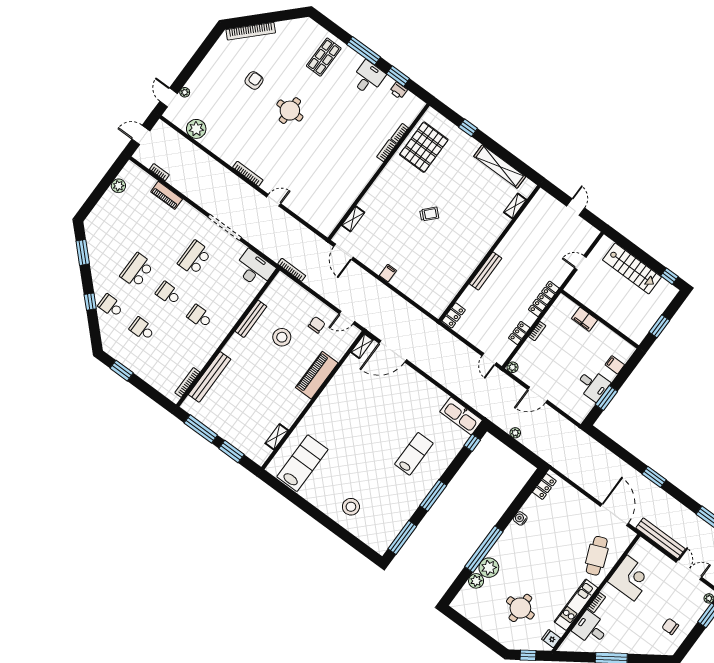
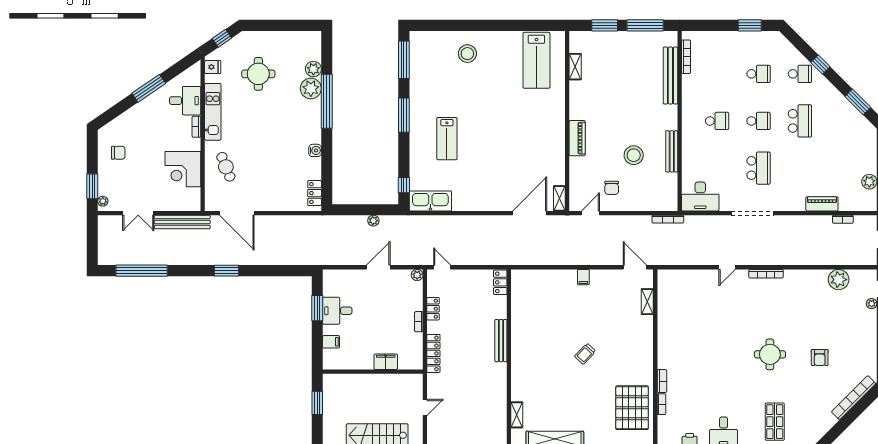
piano: (317, 375) -> (577, 138), width x0.73, depth x0.75
cafe table: (597, 556) -> (226, 167), width x0.73, depth x0.74

